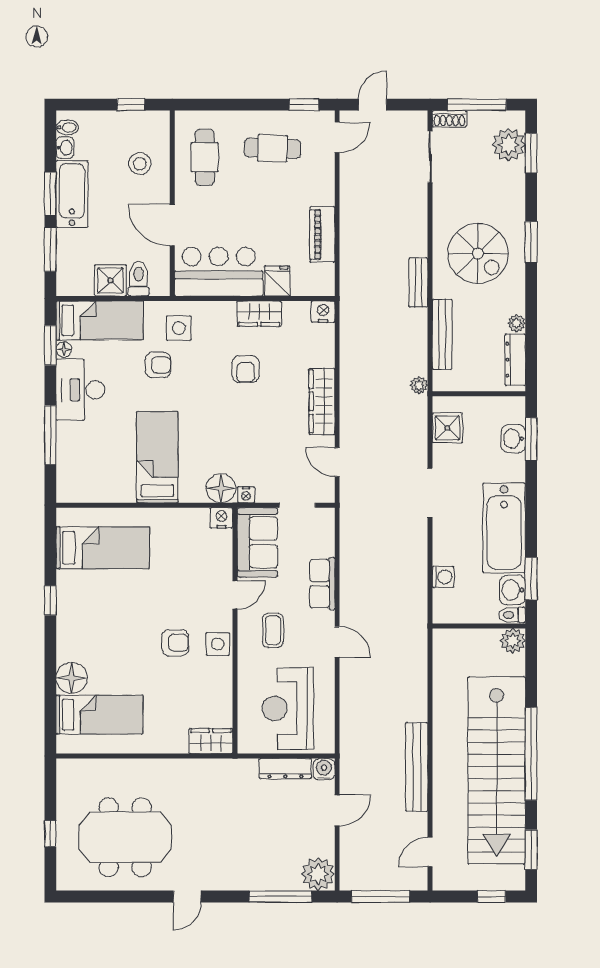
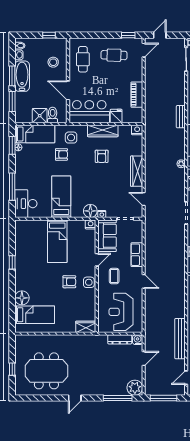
wardrobe: (259, 314) -> (103, 131), width x1.50
desk: (80, 390) -> (26, 204), moved
bed: (103, 548) -> (57, 241), moved, turned 90

